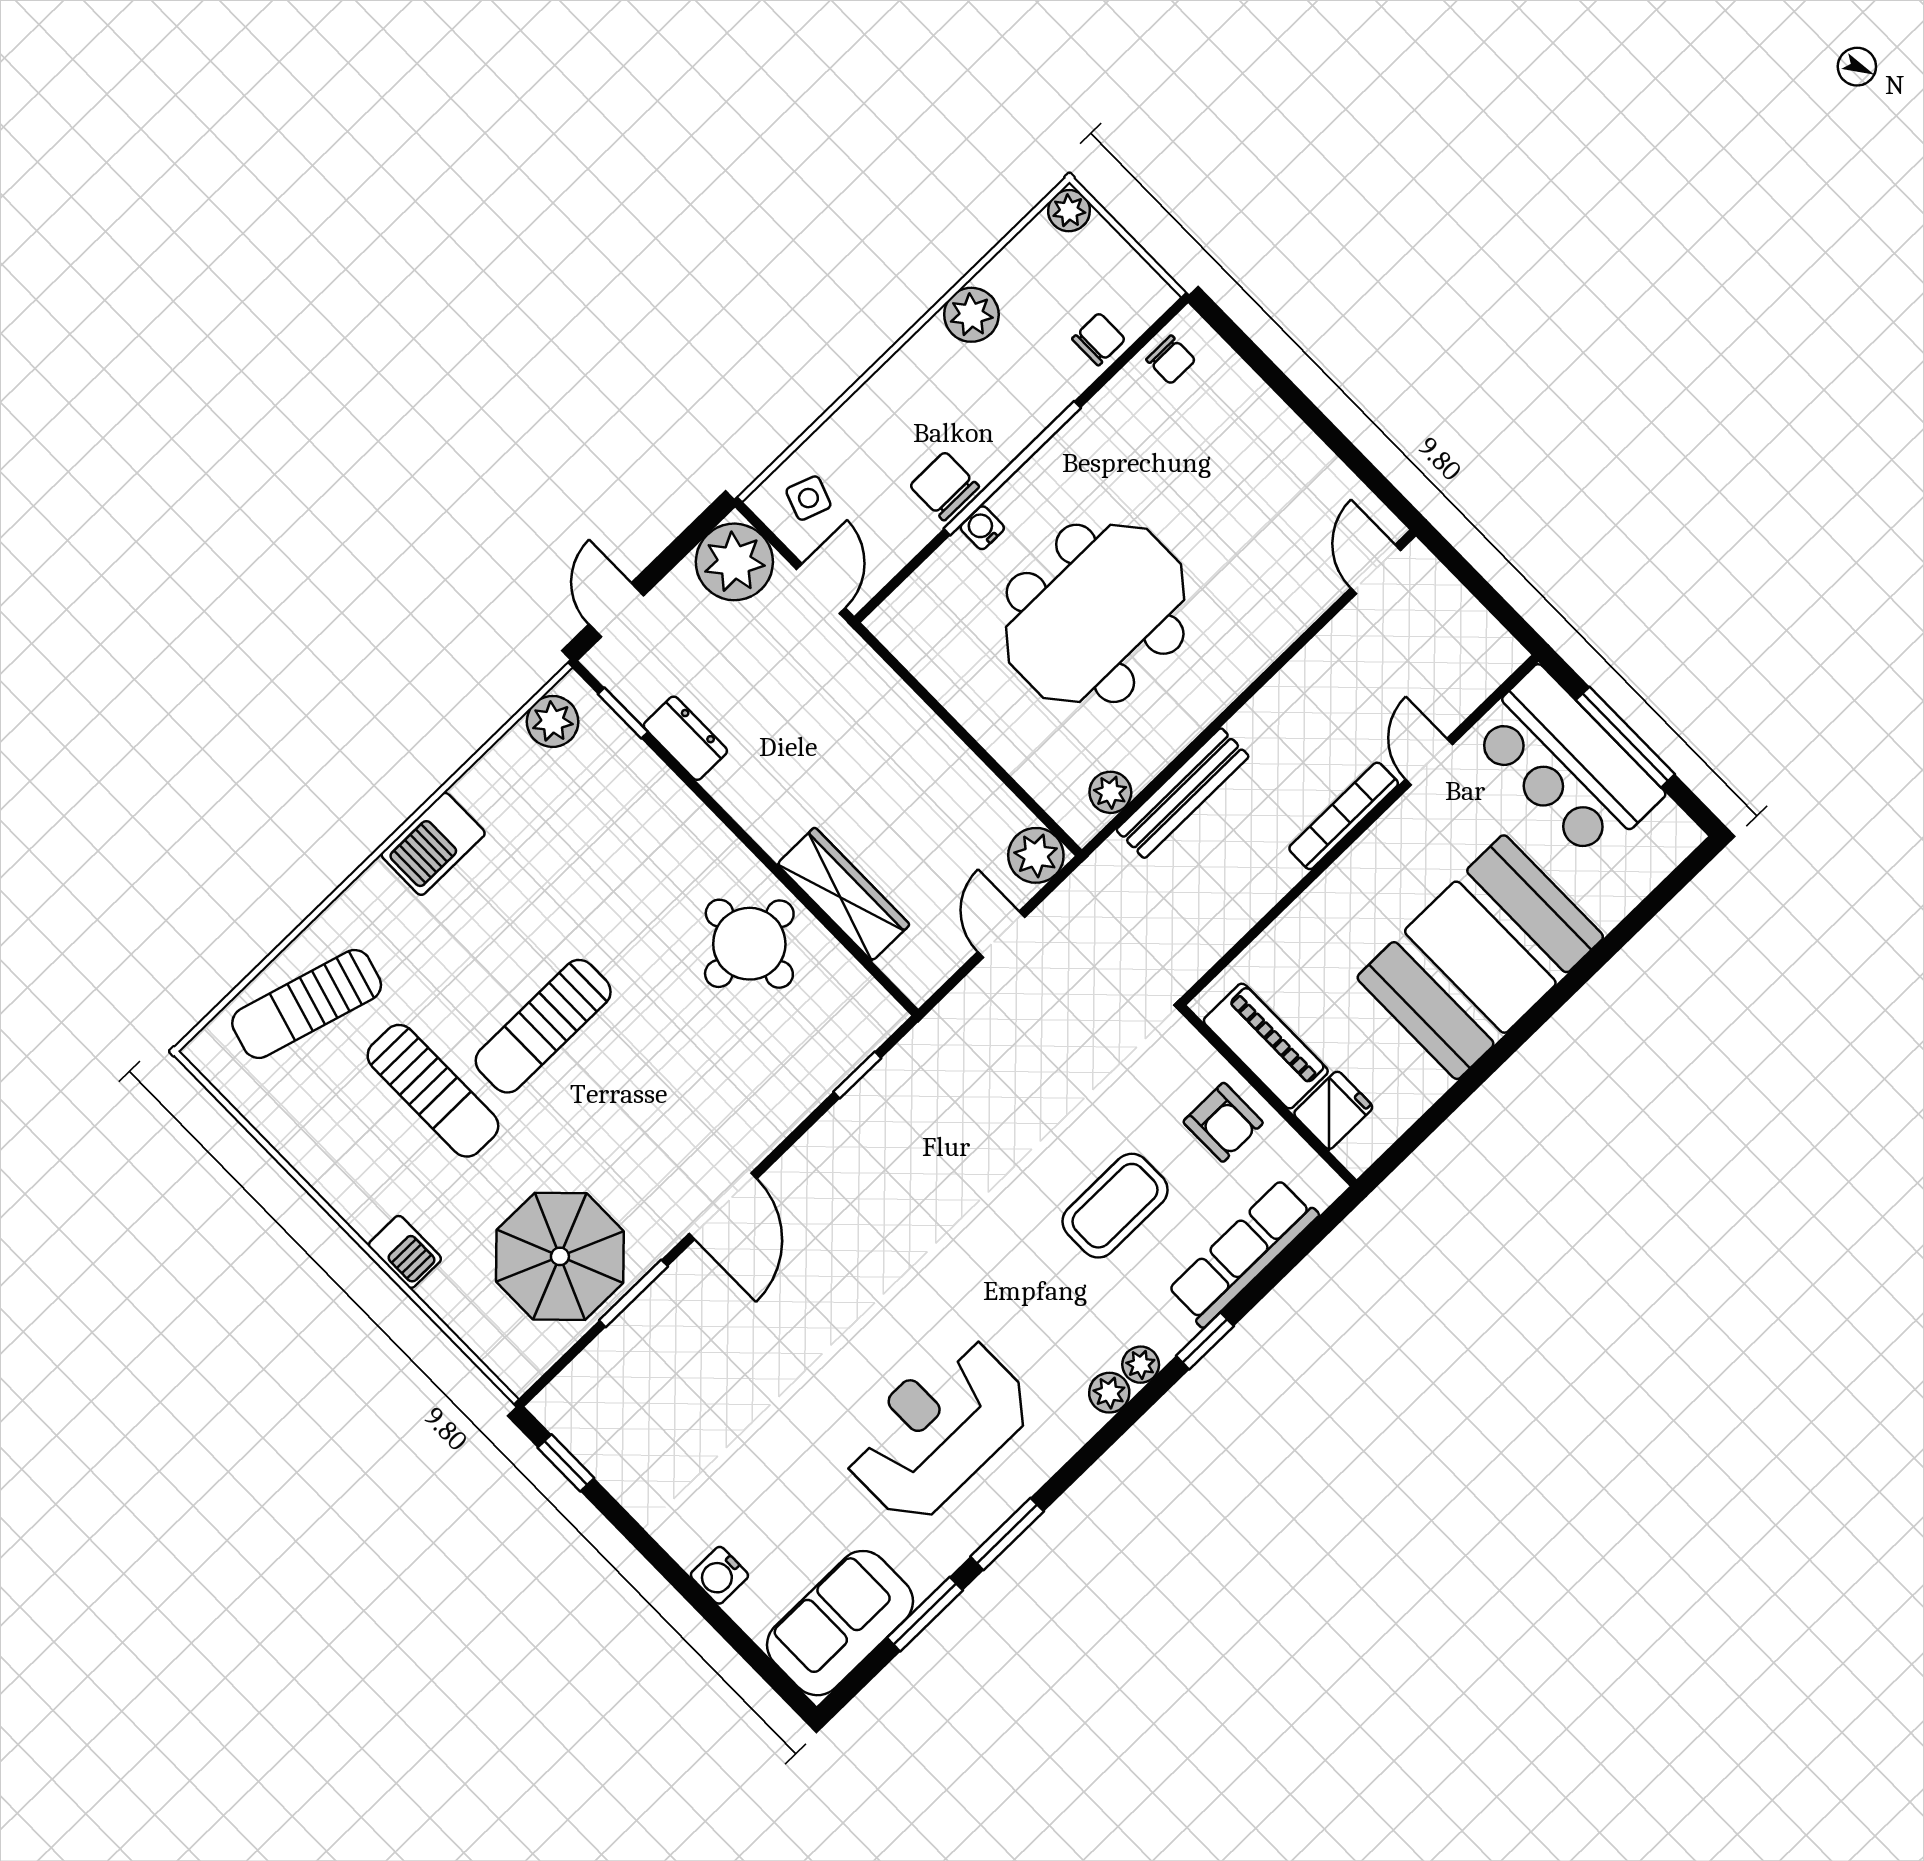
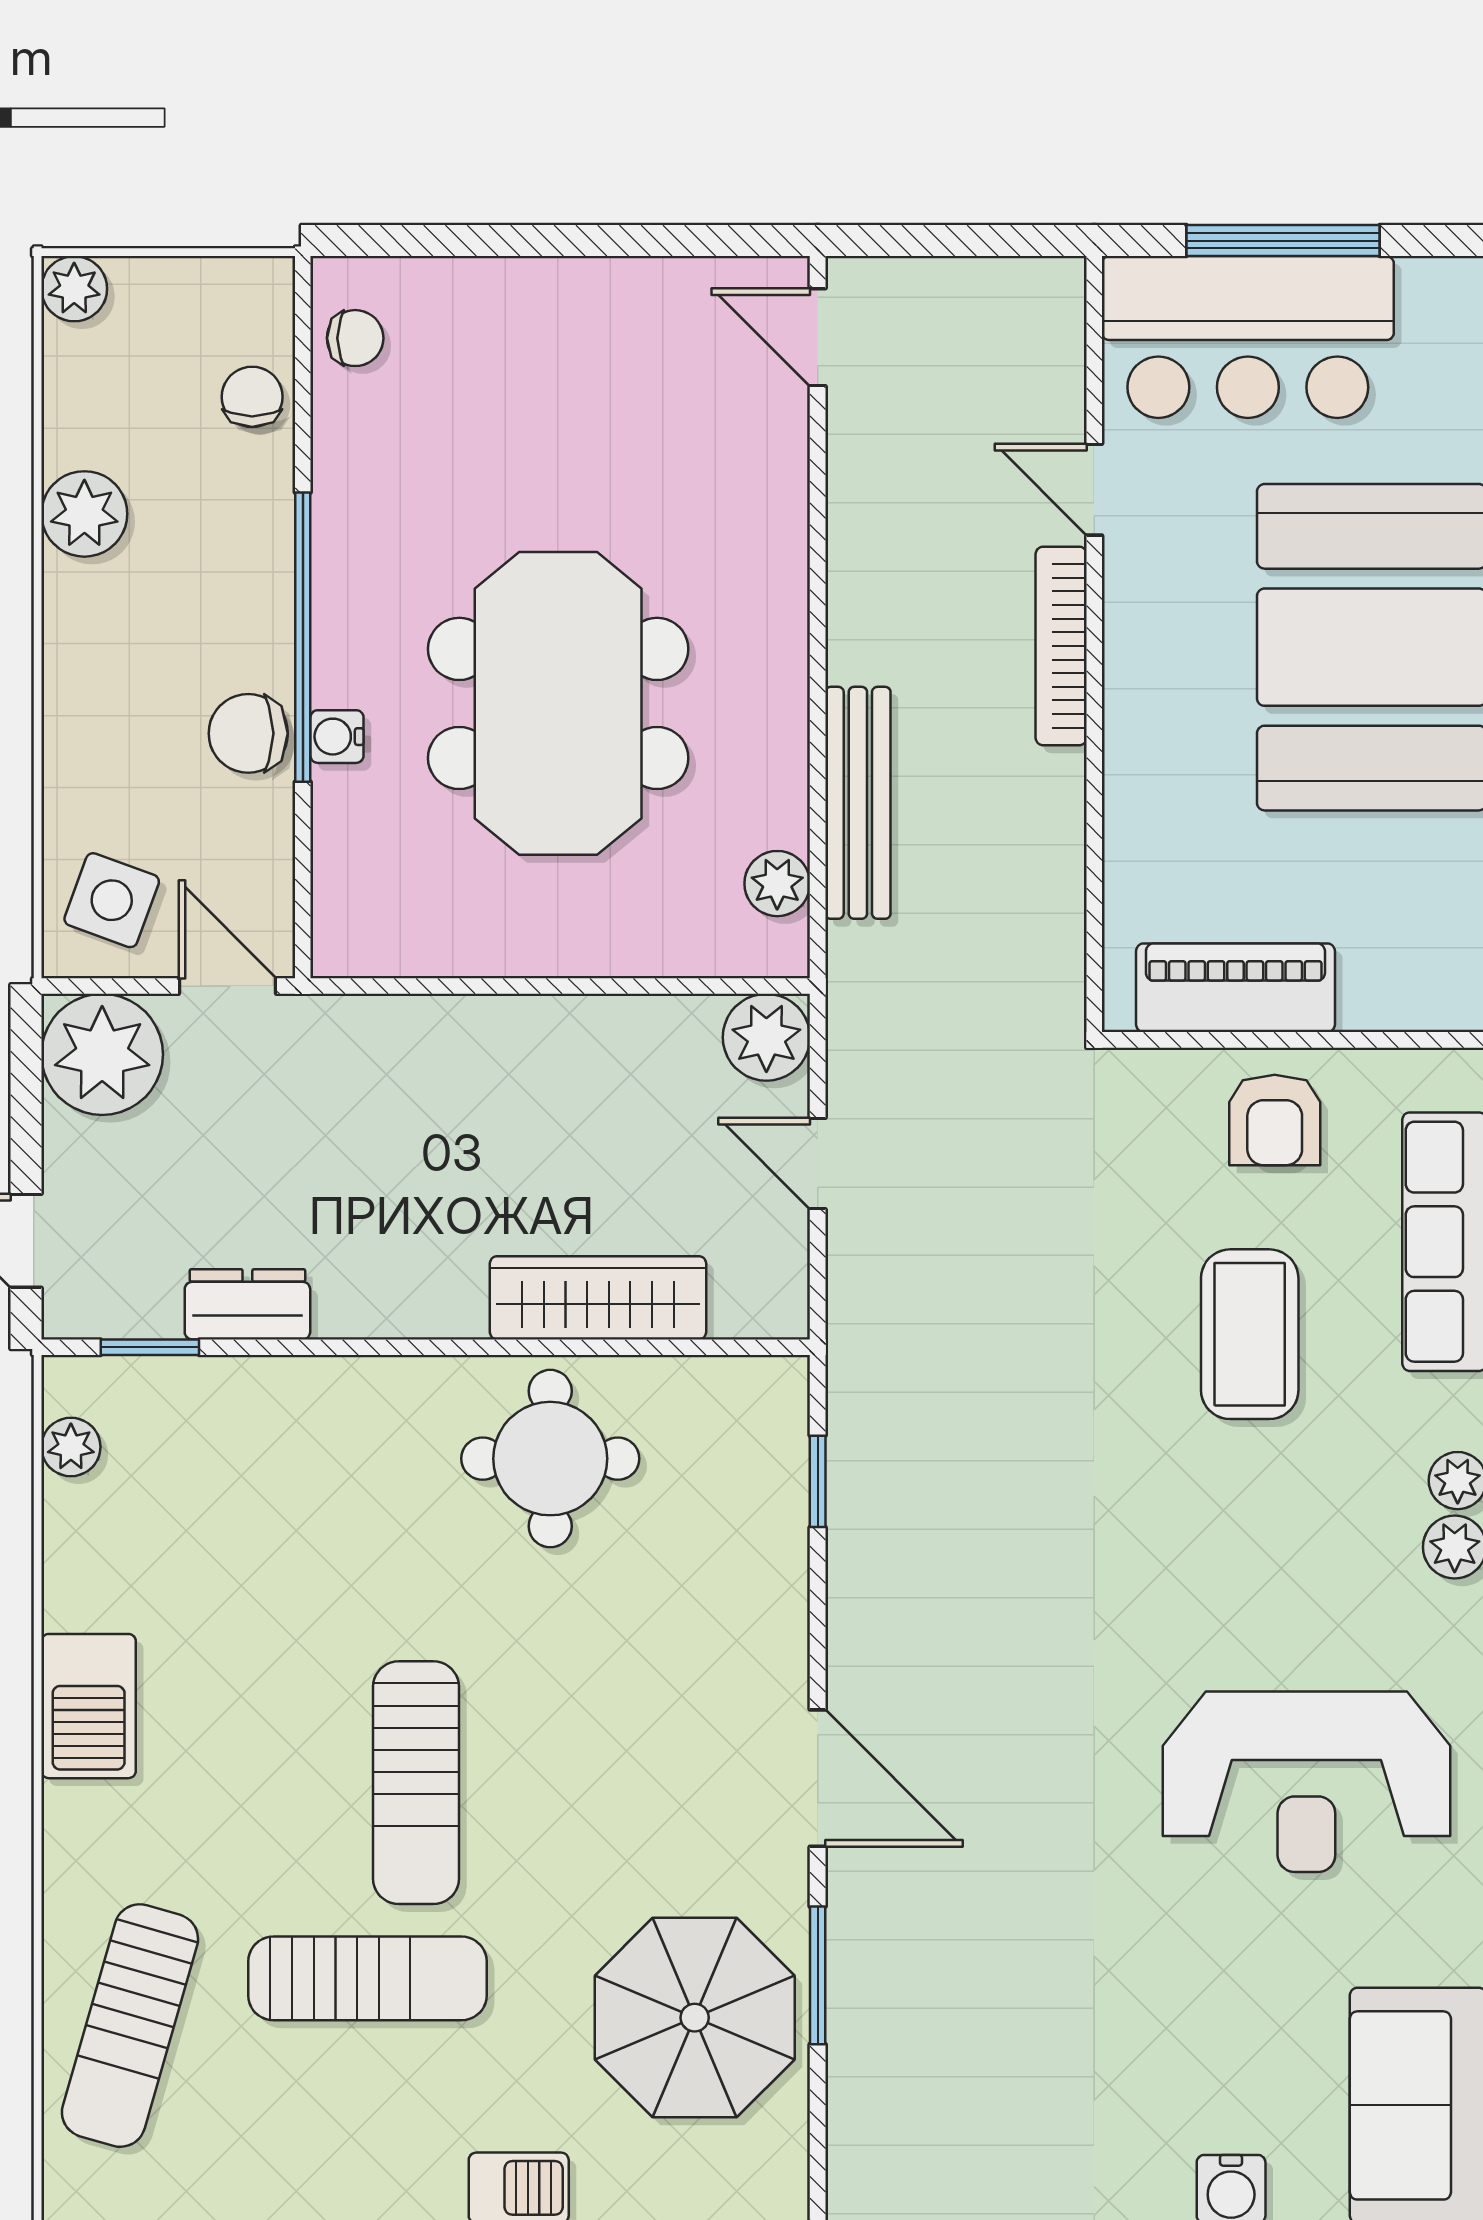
side table: (808, 498) -> (112, 900), width x1.37, depth x1.37
plant: (553, 721) -> (71, 1447), width x0.73, depth x0.73
fridge: (1333, 1110) -> (1383, 982), removed
armchair: (1223, 1122) -> (1275, 1120), turned 90
reception desk: (937, 1429) -> (1306, 1782), turned -90

